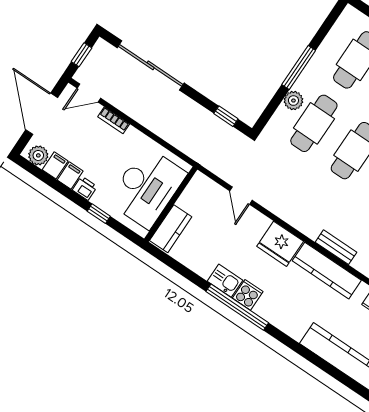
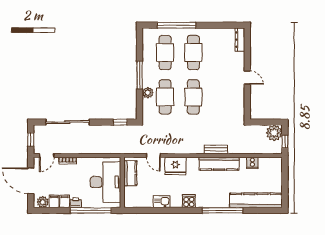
window: (99, 214) -> (91, 210), width x3.17
kitchen counter: (171, 229) -> (130, 173), moved
fridge: (280, 244) -> (175, 166), moved
kitchen sink: (225, 281) -> (162, 202), moved
window: (237, 307) -> (222, 210), moved

